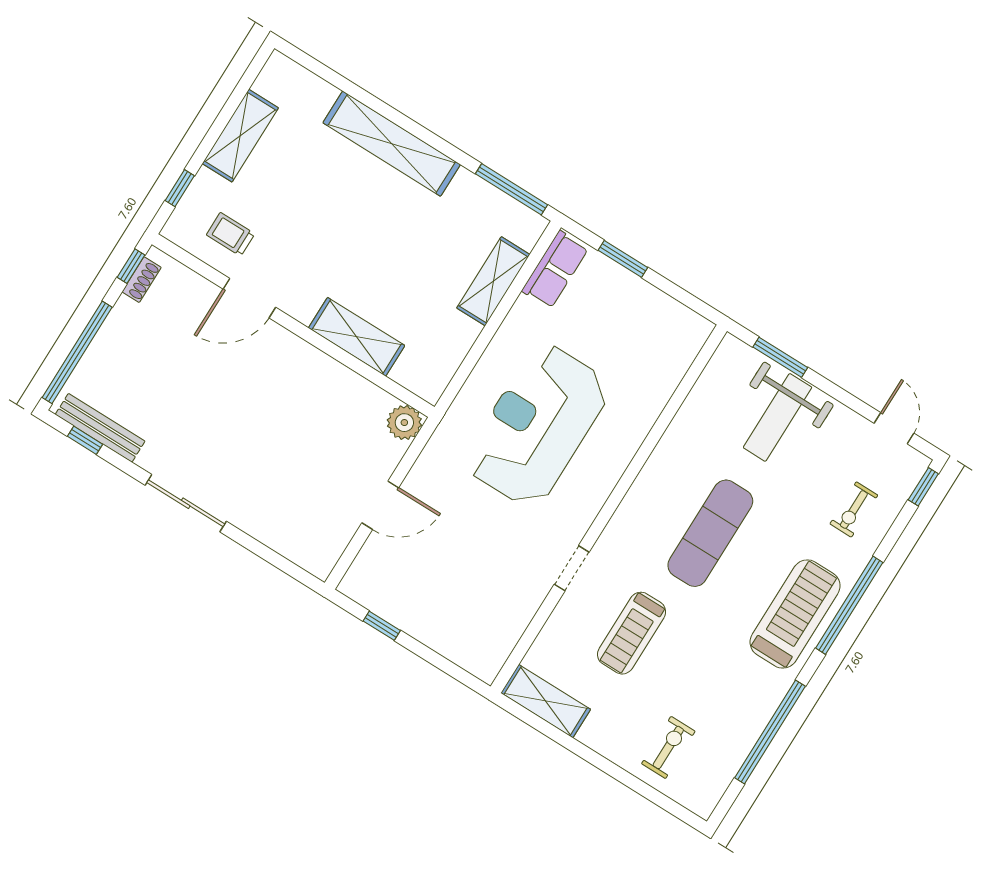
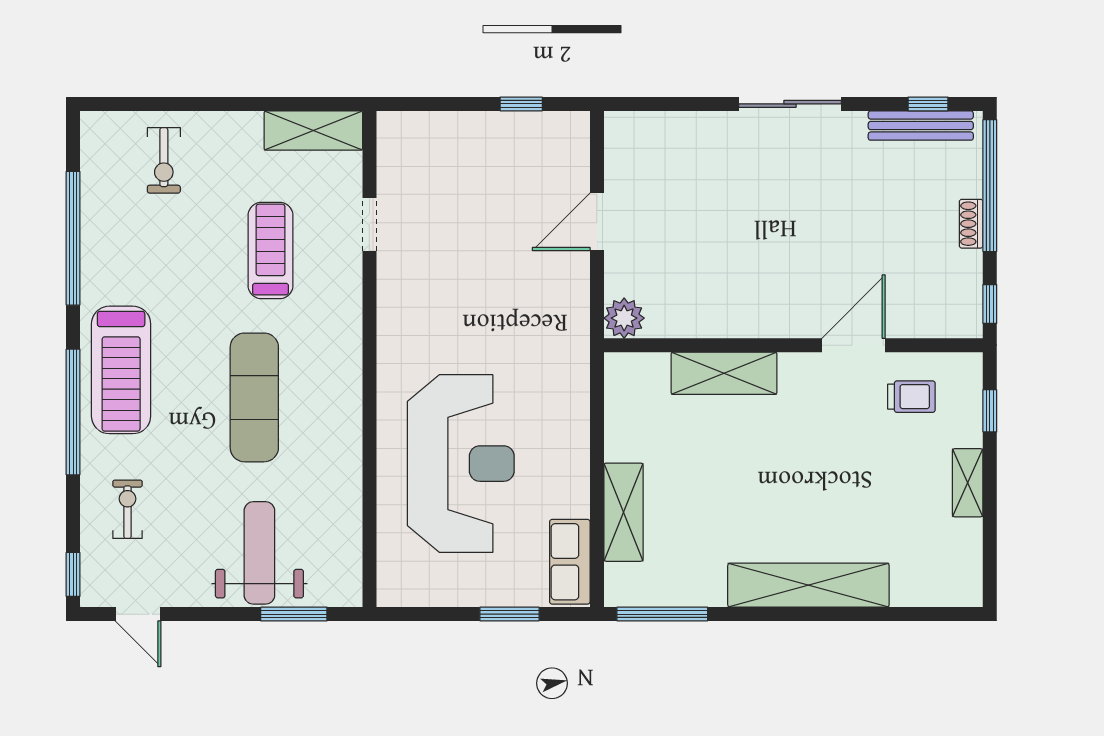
shelving: (240, 136) -> (968, 483), width x0.67, depth x0.75
shoe rack: (142, 280) -> (971, 224), moved
reception desk: (537, 425) -> (461, 464), moved
doorway: (572, 568) -> (369, 225), moved

